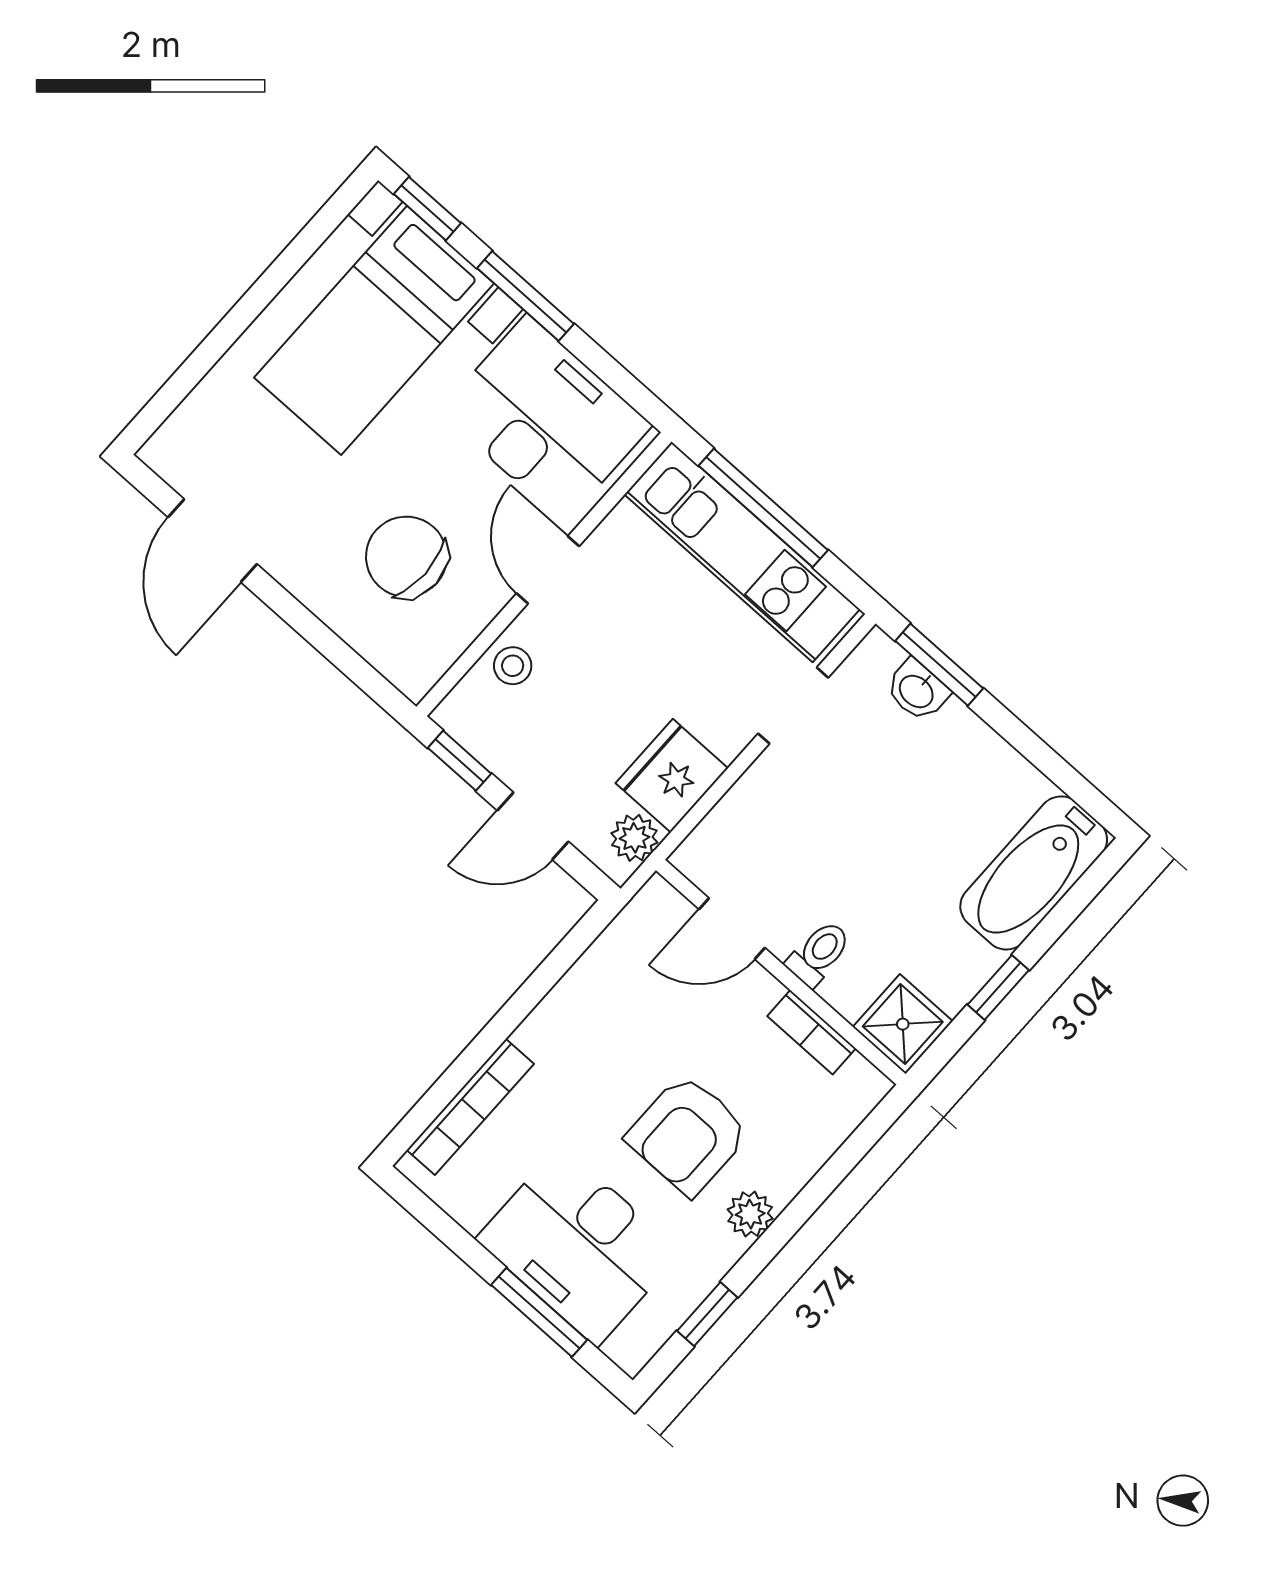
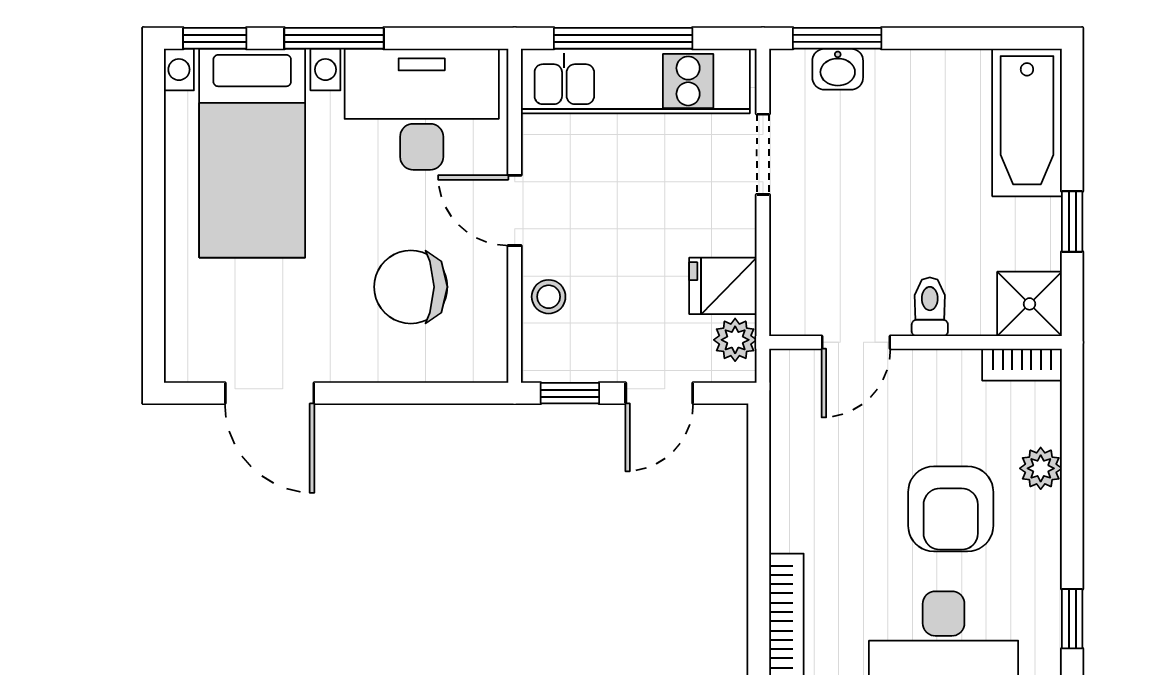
fridge: (672, 776) -> (723, 286), width x0.72
bookcase: (812, 1032) -> (1022, 365), moved
plant: (750, 1214) -> (1041, 468), moved

